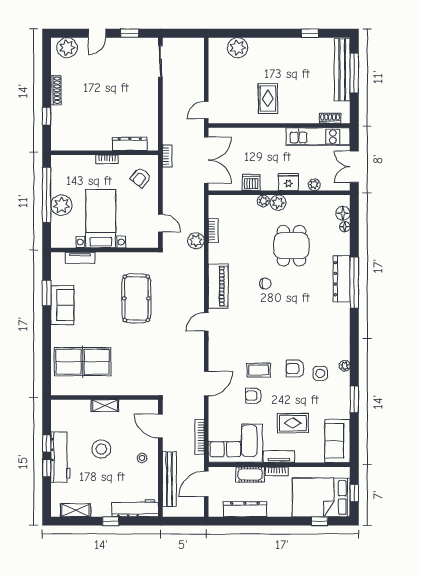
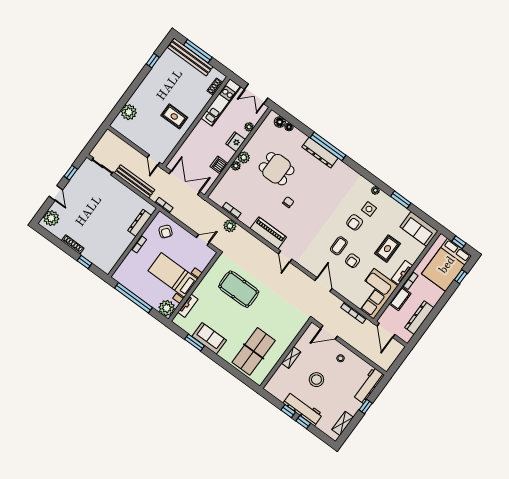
plant: (61, 205) -> (167, 308), moved
bench: (169, 479) -> (135, 181), moved

